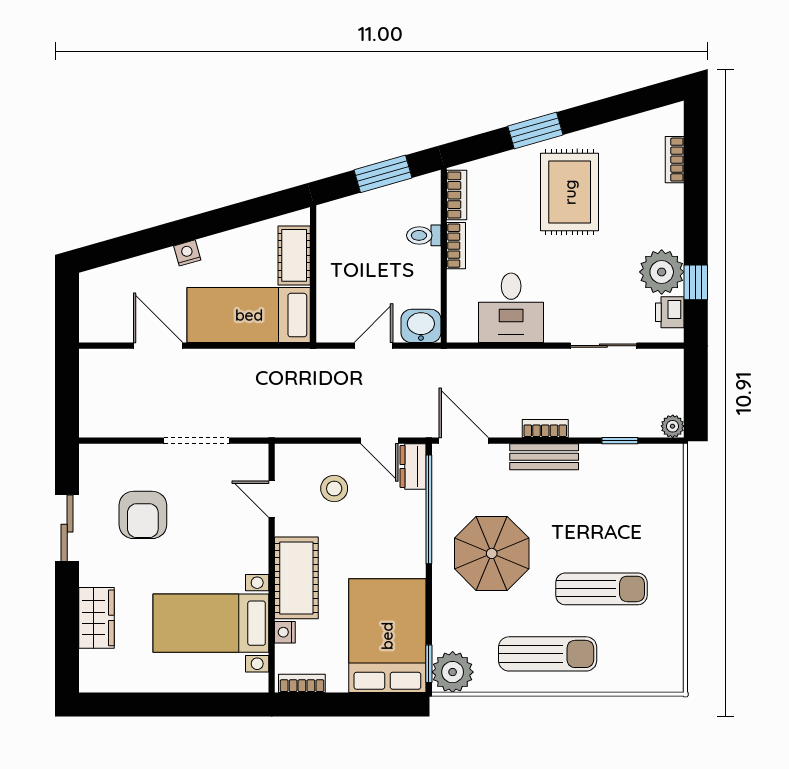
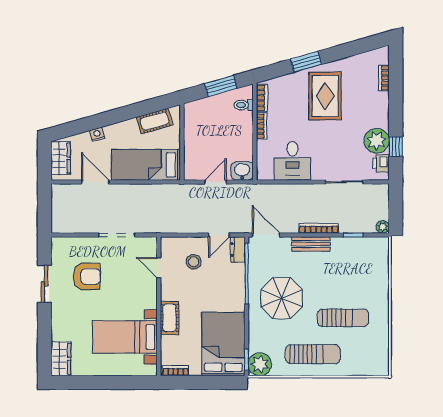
toilet: (424, 235) -> (244, 105), moved
nightstand: (187, 253) -> (97, 134), moved
cot: (294, 255) -> (155, 121), moved, turned 74
wardrobe: (96, 303) -> (61, 158), added
bookcase: (545, 429) -> (319, 228), width x1.56
door: (379, 441) -> (219, 235), hinge flipped
armchair: (143, 515) -> (87, 277), turned -90
cot: (296, 578) -> (169, 318), width x0.73, depth x0.75
wardrobe: (97, 618) -> (61, 359), moved
nightstand: (285, 632) -> (166, 342), removed

